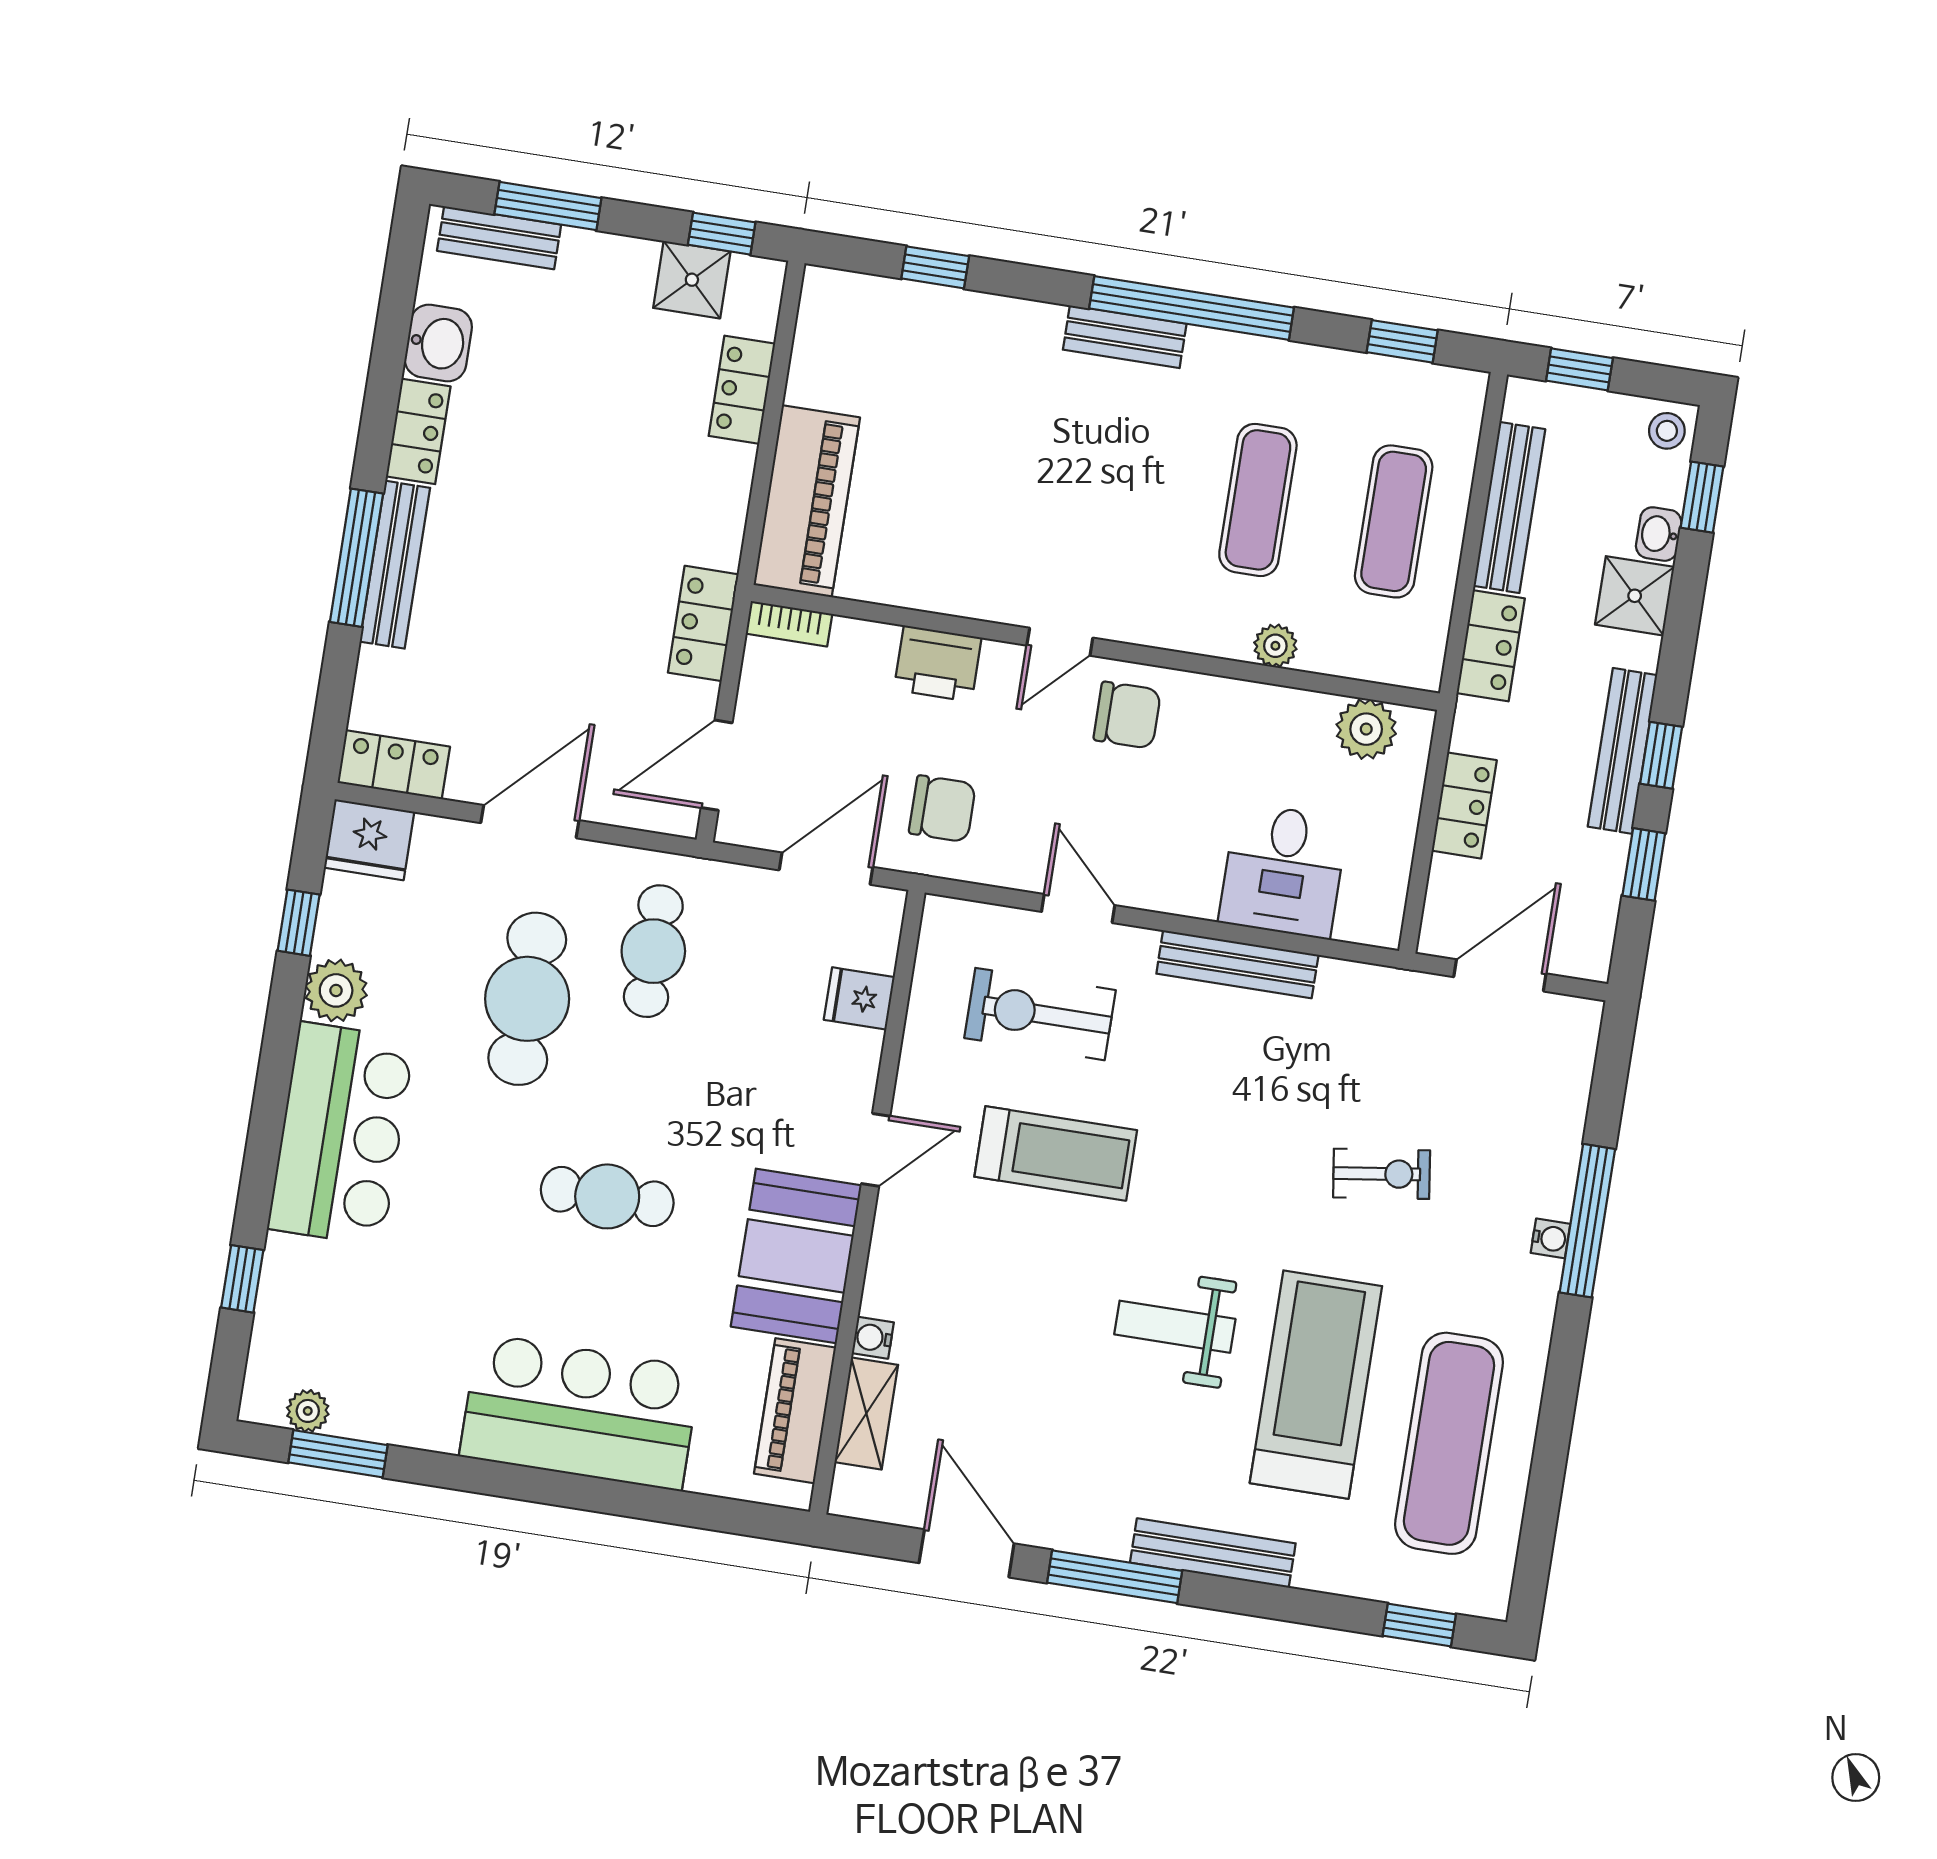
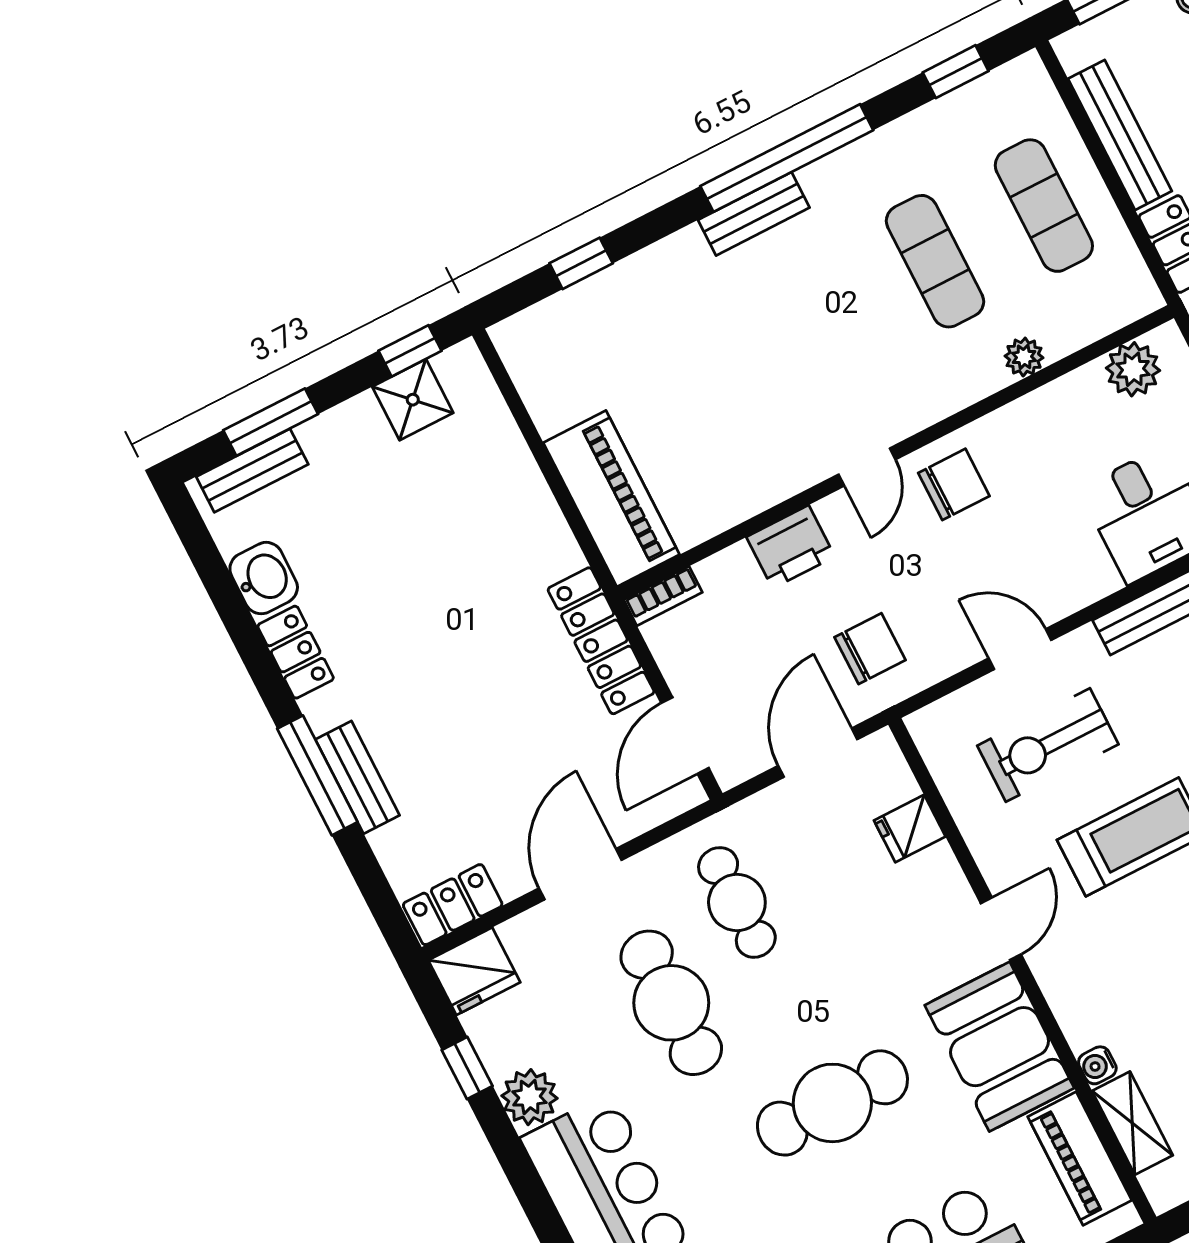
locker: (742, 390) -> (506, 453), removed
bench: (395, 565) -> (357, 777), width x0.73
locker: (703, 623) -> (601, 641), width x1.53
cafe table: (607, 1196) -> (832, 1103), width x1.37, depth x1.35

